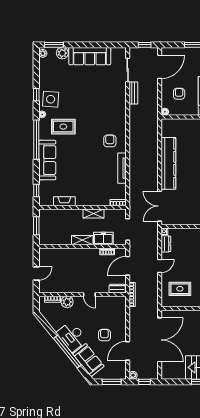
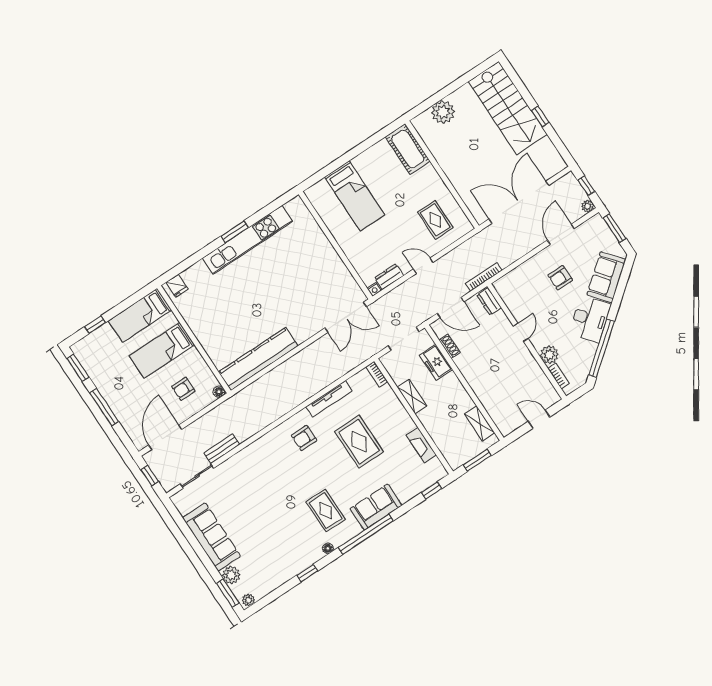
door: (160, 67) -> (165, 437), hinge flipped
side table: (51, 99) -> (301, 551), removed
sofa: (47, 160) -> (376, 507), width x0.73
kitchen counter: (168, 163) -> (258, 359), moved
rug: (88, 169) -> (359, 442), added
shelving: (82, 240) -> (480, 423), moved
door: (128, 351) -> (561, 234), swing flipped
window: (67, 352) -> (602, 348), moved

